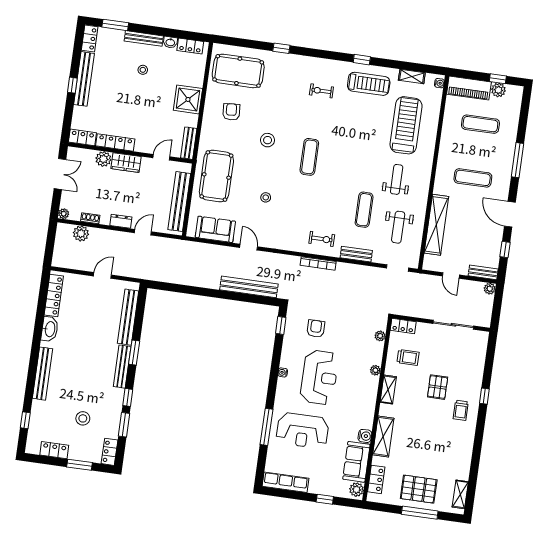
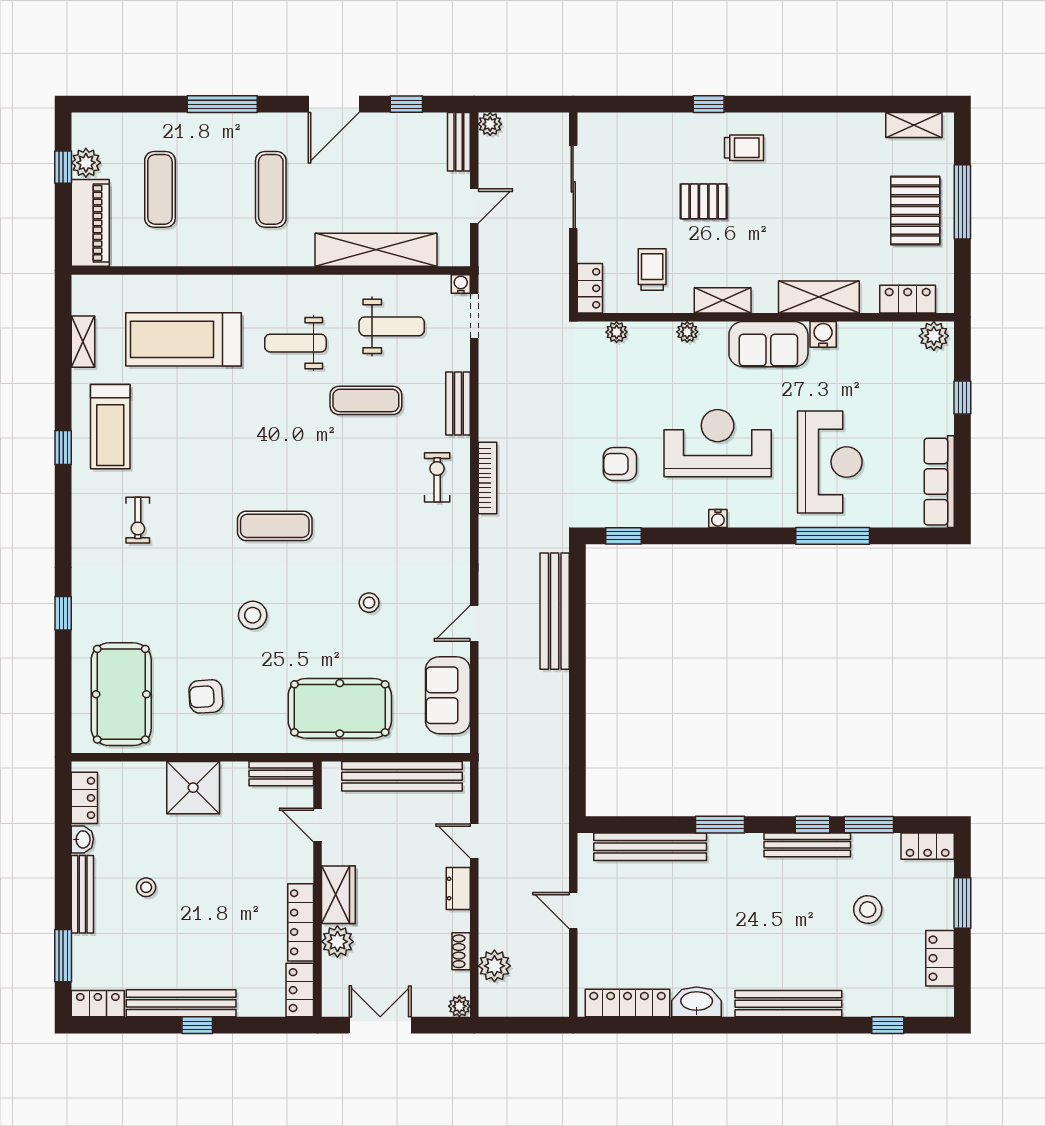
water cooler: (439, 83) -> (461, 284), moved
treadmill: (369, 84) -> (110, 427), turned 180
bench: (122, 367) -> (807, 845), moved
sofa: (356, 462) -> (768, 344), moved

